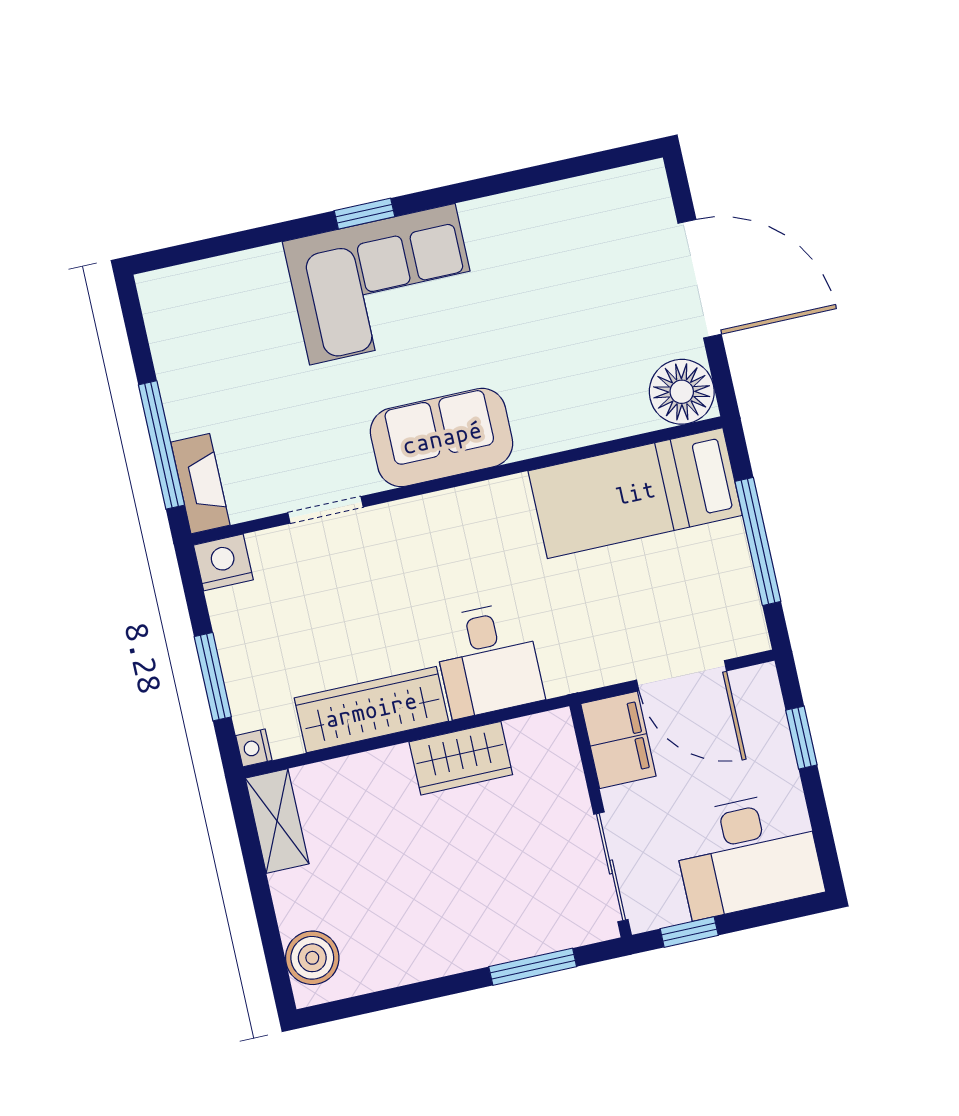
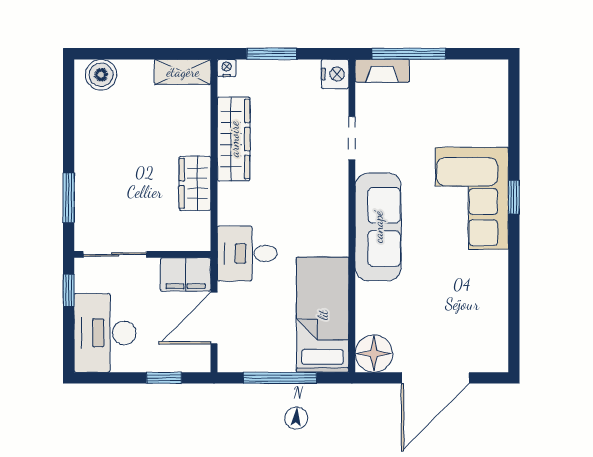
sofa: (442, 438) -> (378, 227), width x1.36
desk: (488, 660) -> (247, 253), moved

